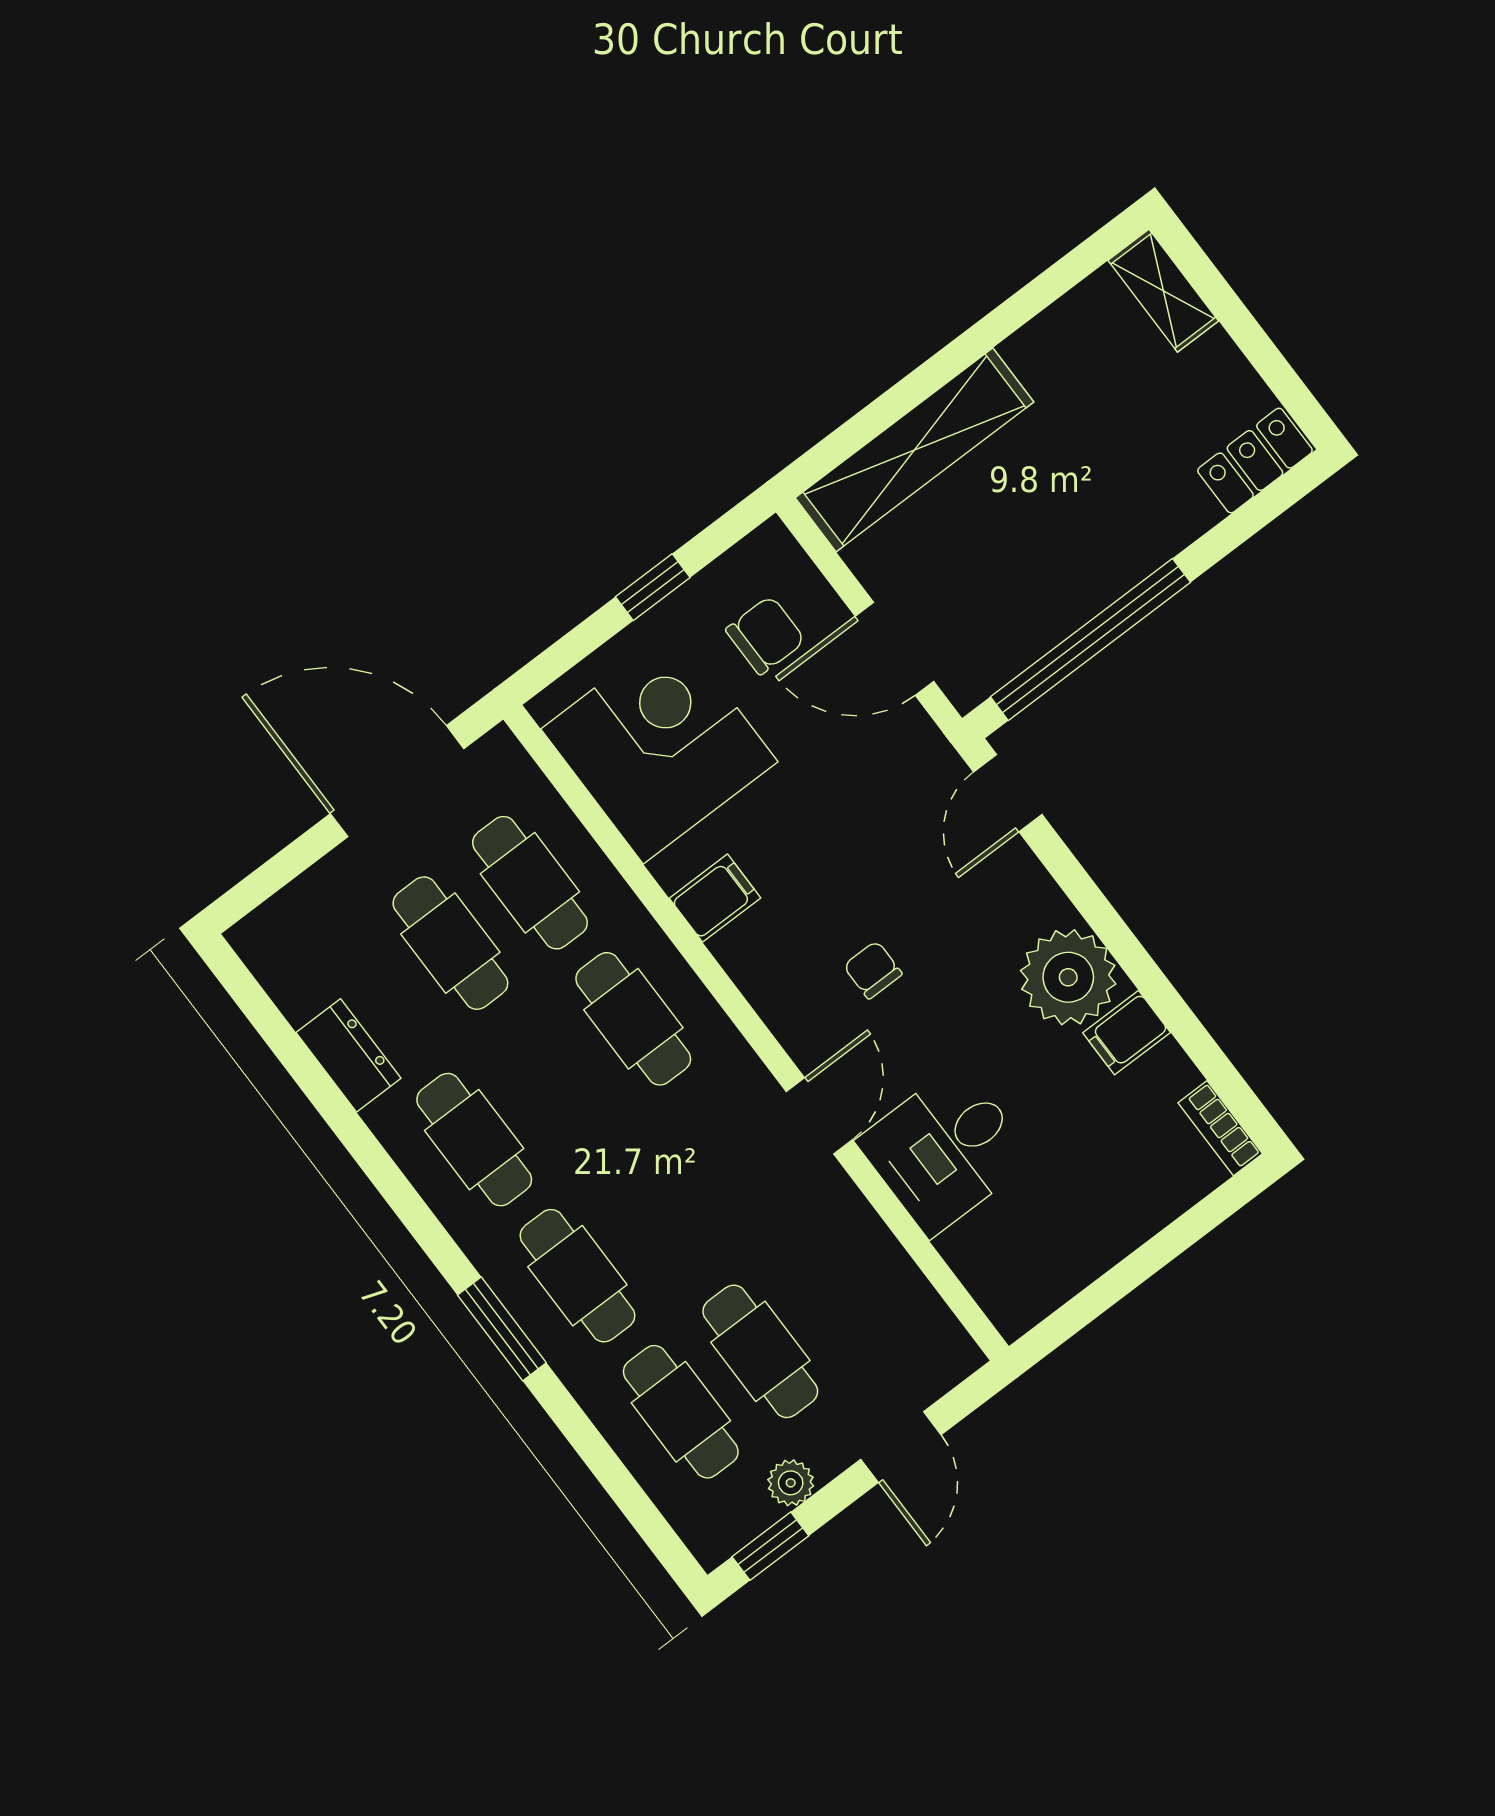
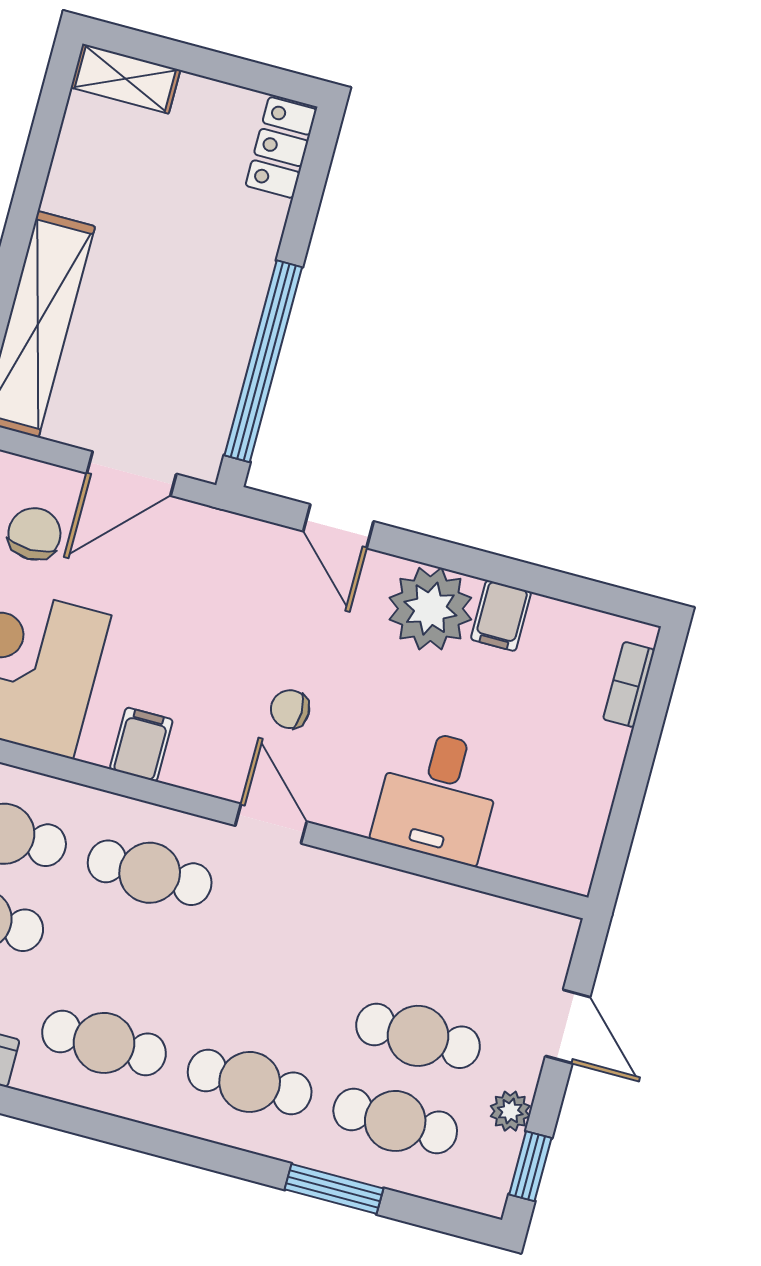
door: (1008, 793) -> (338, 526), moved
door: (819, 1116) -> (271, 824), moved
bookcase: (1220, 1128) -> (629, 684), moved, turned 90
window: (502, 1329) -> (334, 1189), moved

